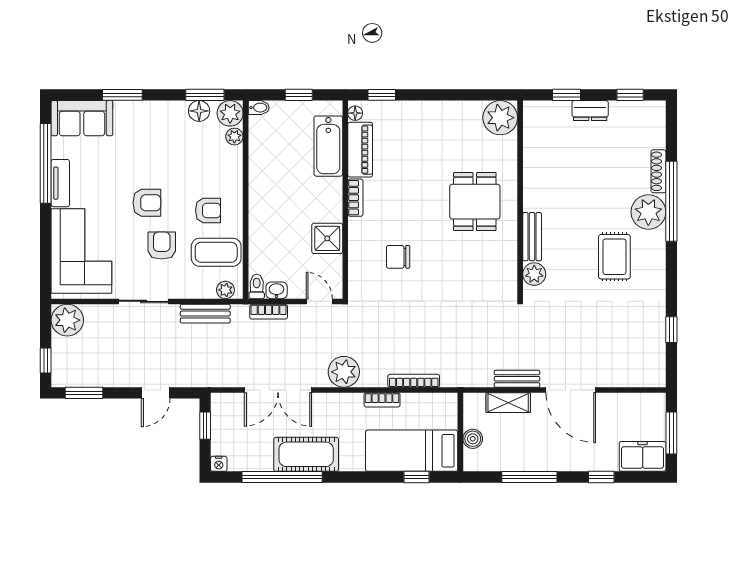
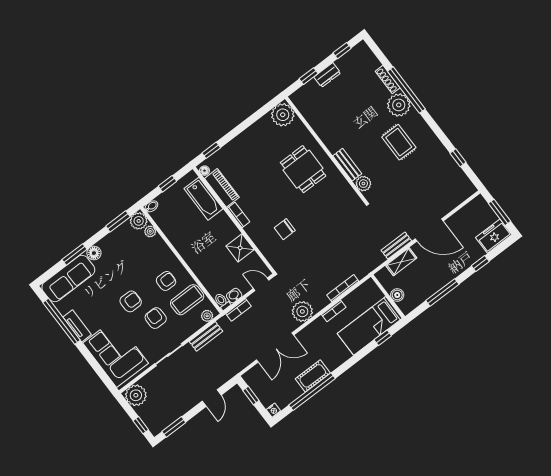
floor lamp: (199, 111) -> (94, 253), moved
sofa: (82, 118) -> (68, 279), width x1.36
cot: (306, 454) -> (313, 376), width x0.73, depth x0.75

